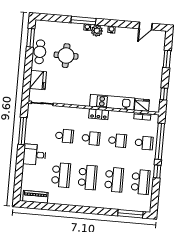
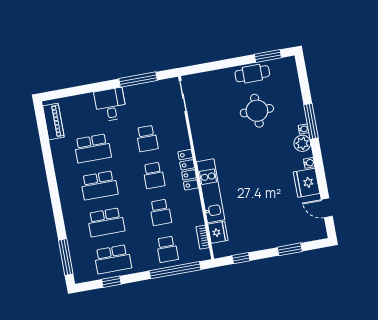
fridge: (38, 80) -> (307, 183), moved, turned 90
locker: (99, 114) -> (188, 170), width x1.53
window: (157, 171) -> (111, 282), moved

